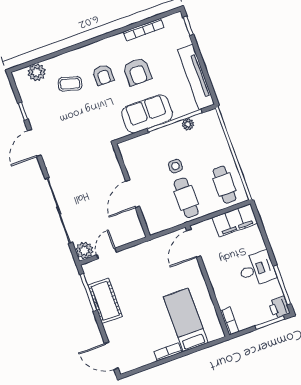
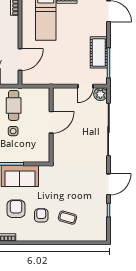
plant: (37, 72) -> (88, 235), removed
door: (194, 243) -> (20, 60), moved

